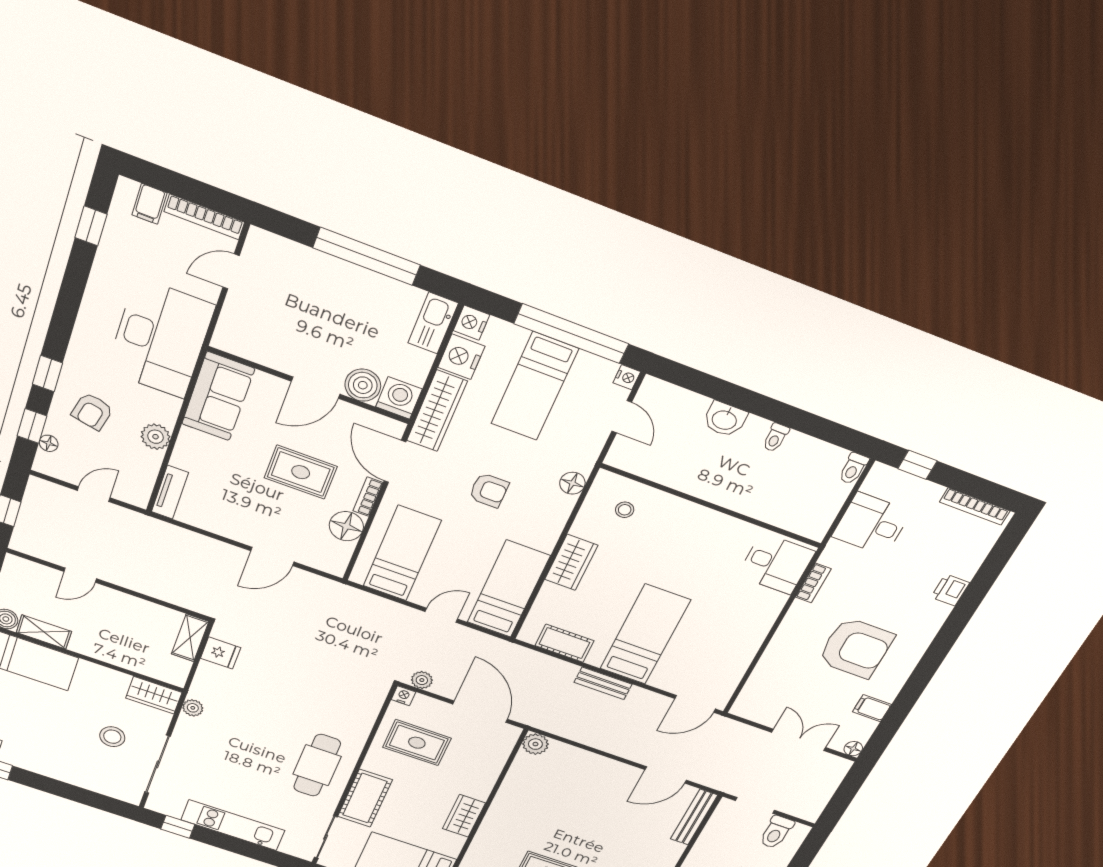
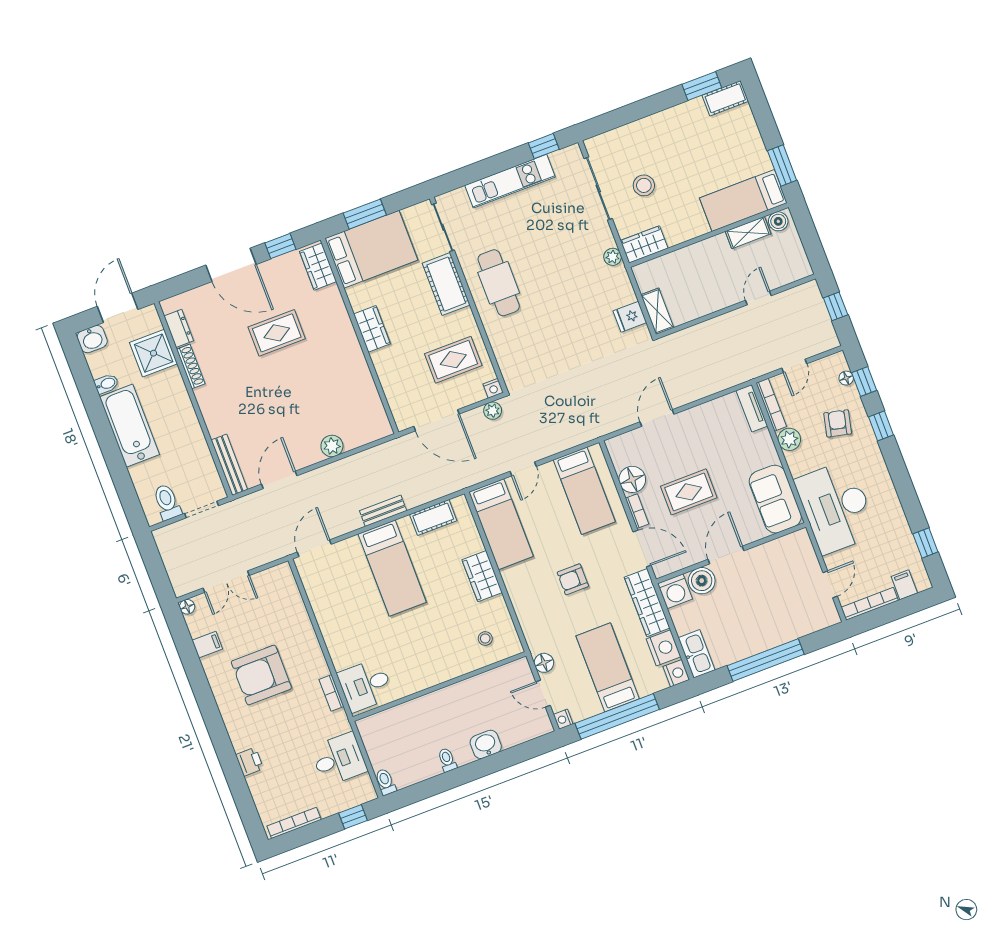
bookcase: (147, 480) -> (771, 405), added
floor lamp: (572, 483) -> (544, 663), moved
plant: (535, 744) -> (332, 446), moved

